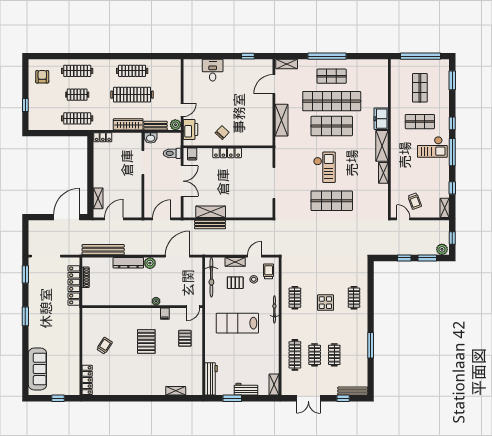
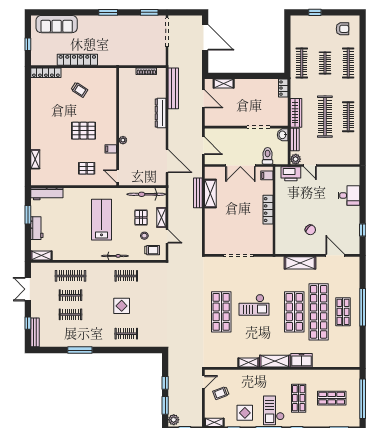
shelving: (287, 64) -> (355, 268), removed
chair: (222, 133) -> (310, 230), moved
display table: (435, 177) -> (245, 413), added
door: (67, 217) -> (205, 37), moved
plant: (150, 263) -> (160, 134), removed
locker: (74, 285) -> (77, 60), moved

